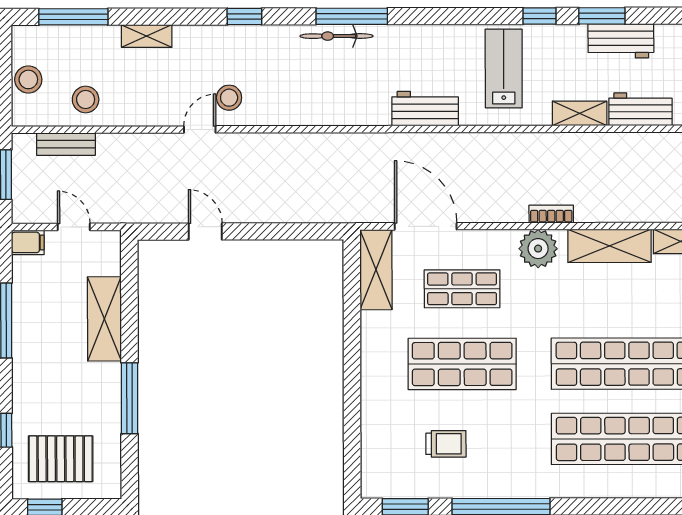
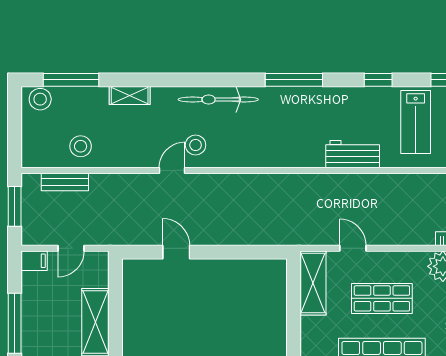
window: (244, 16) -> (378, 80), moved
bicycle: (336, 36) -> (218, 100), moved, width x1.37, depth x1.40
lab bench: (504, 68) -> (416, 122), turned 180
stool: (28, 79) -> (40, 99), moved
door: (426, 226) -> (353, 248), width x0.53
door: (74, 227) -> (71, 248), swing flipped

